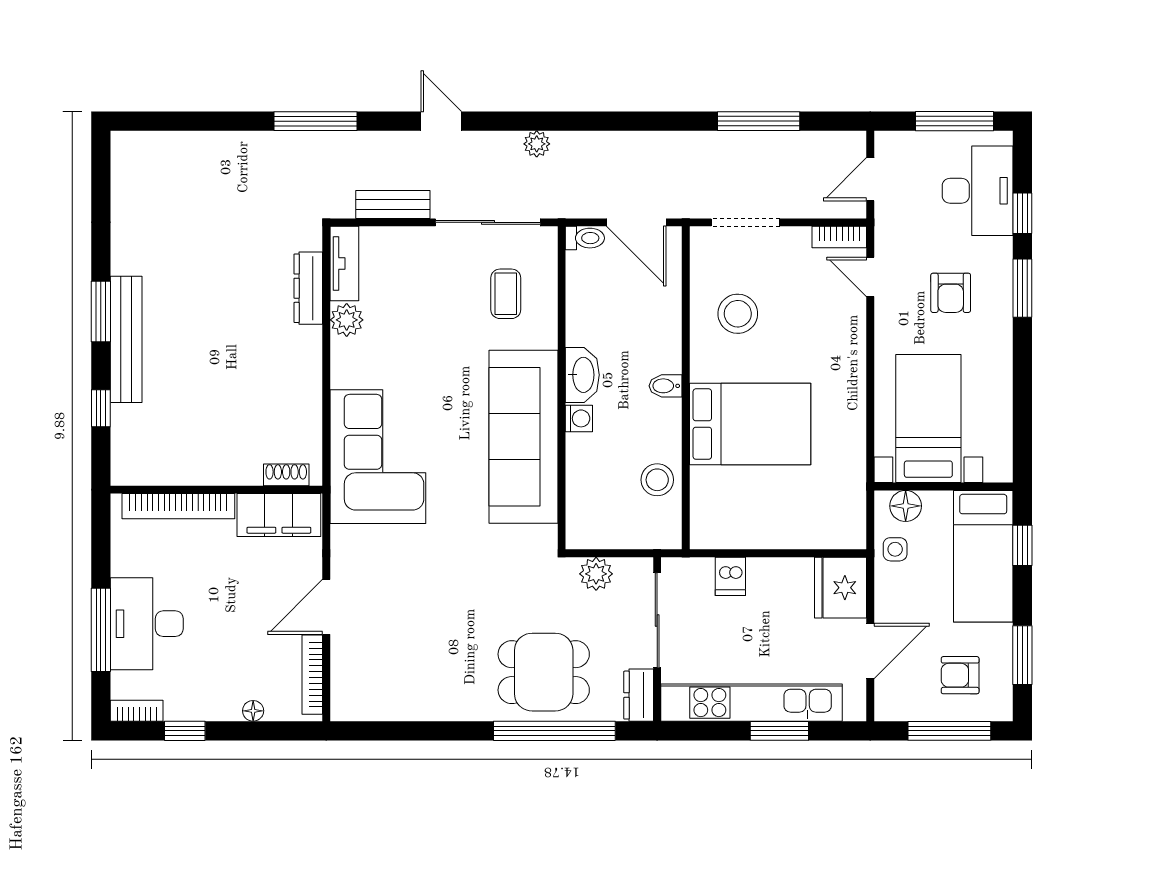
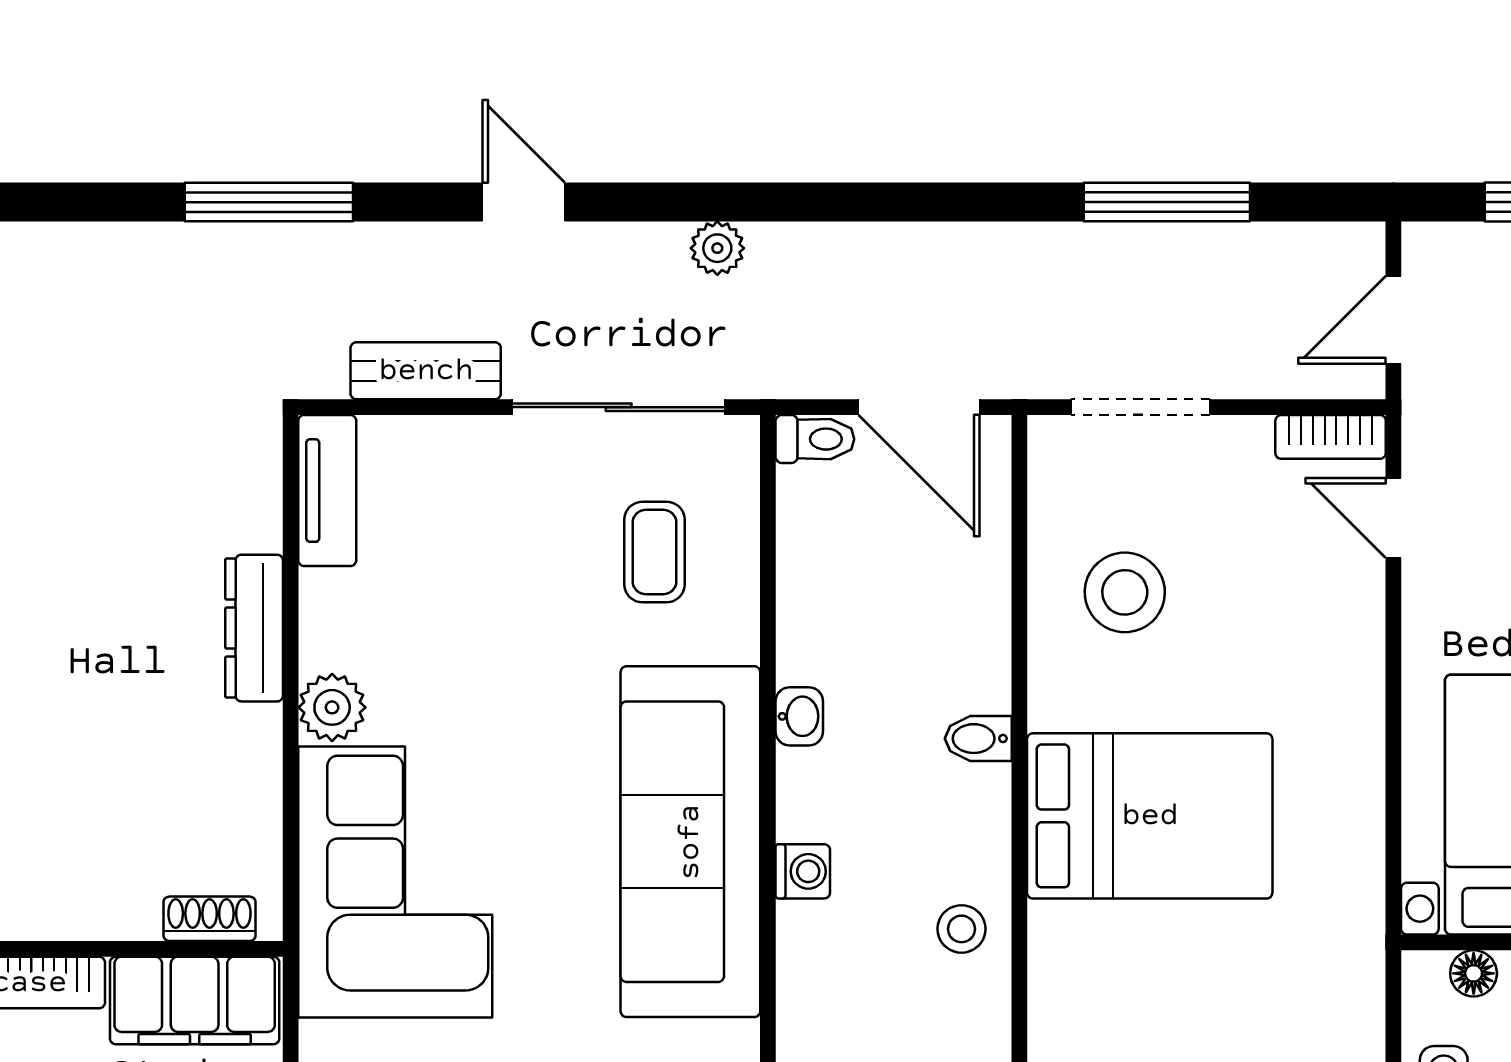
dresser: (308, 288) -> (254, 628), moved
plant: (347, 320) -> (332, 707), moved
washbasin: (582, 375) -> (799, 716), width x0.52, depth x0.69
washing machine: (579, 418) -> (803, 871), moved
stool: (657, 480) -> (961, 929), width x0.73, depth x0.73
floor lamp: (906, 506) -> (1474, 973), width x0.73, depth x0.73

